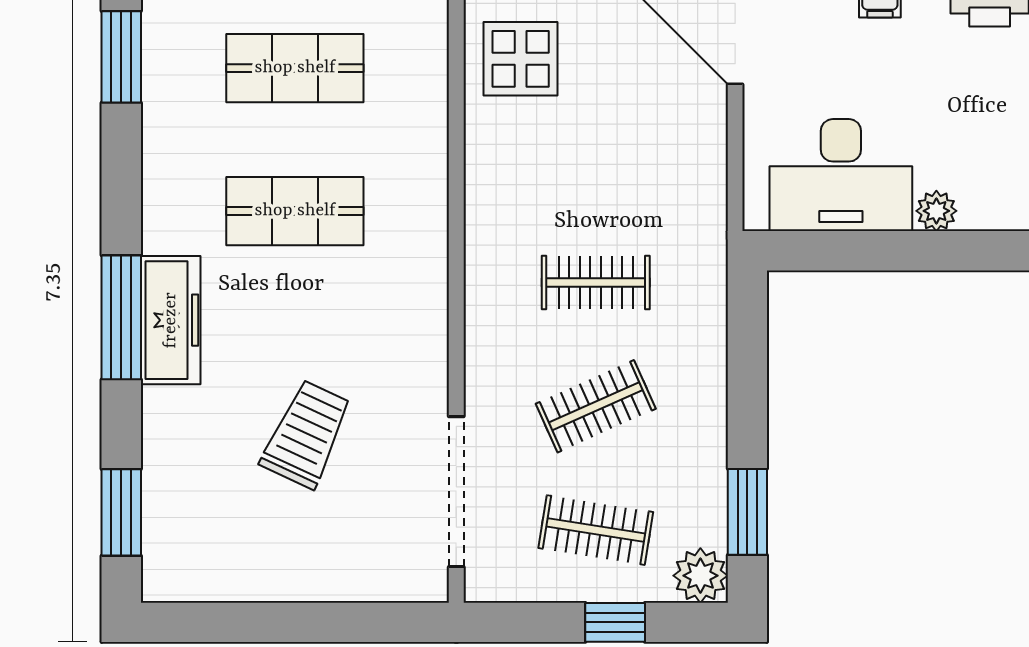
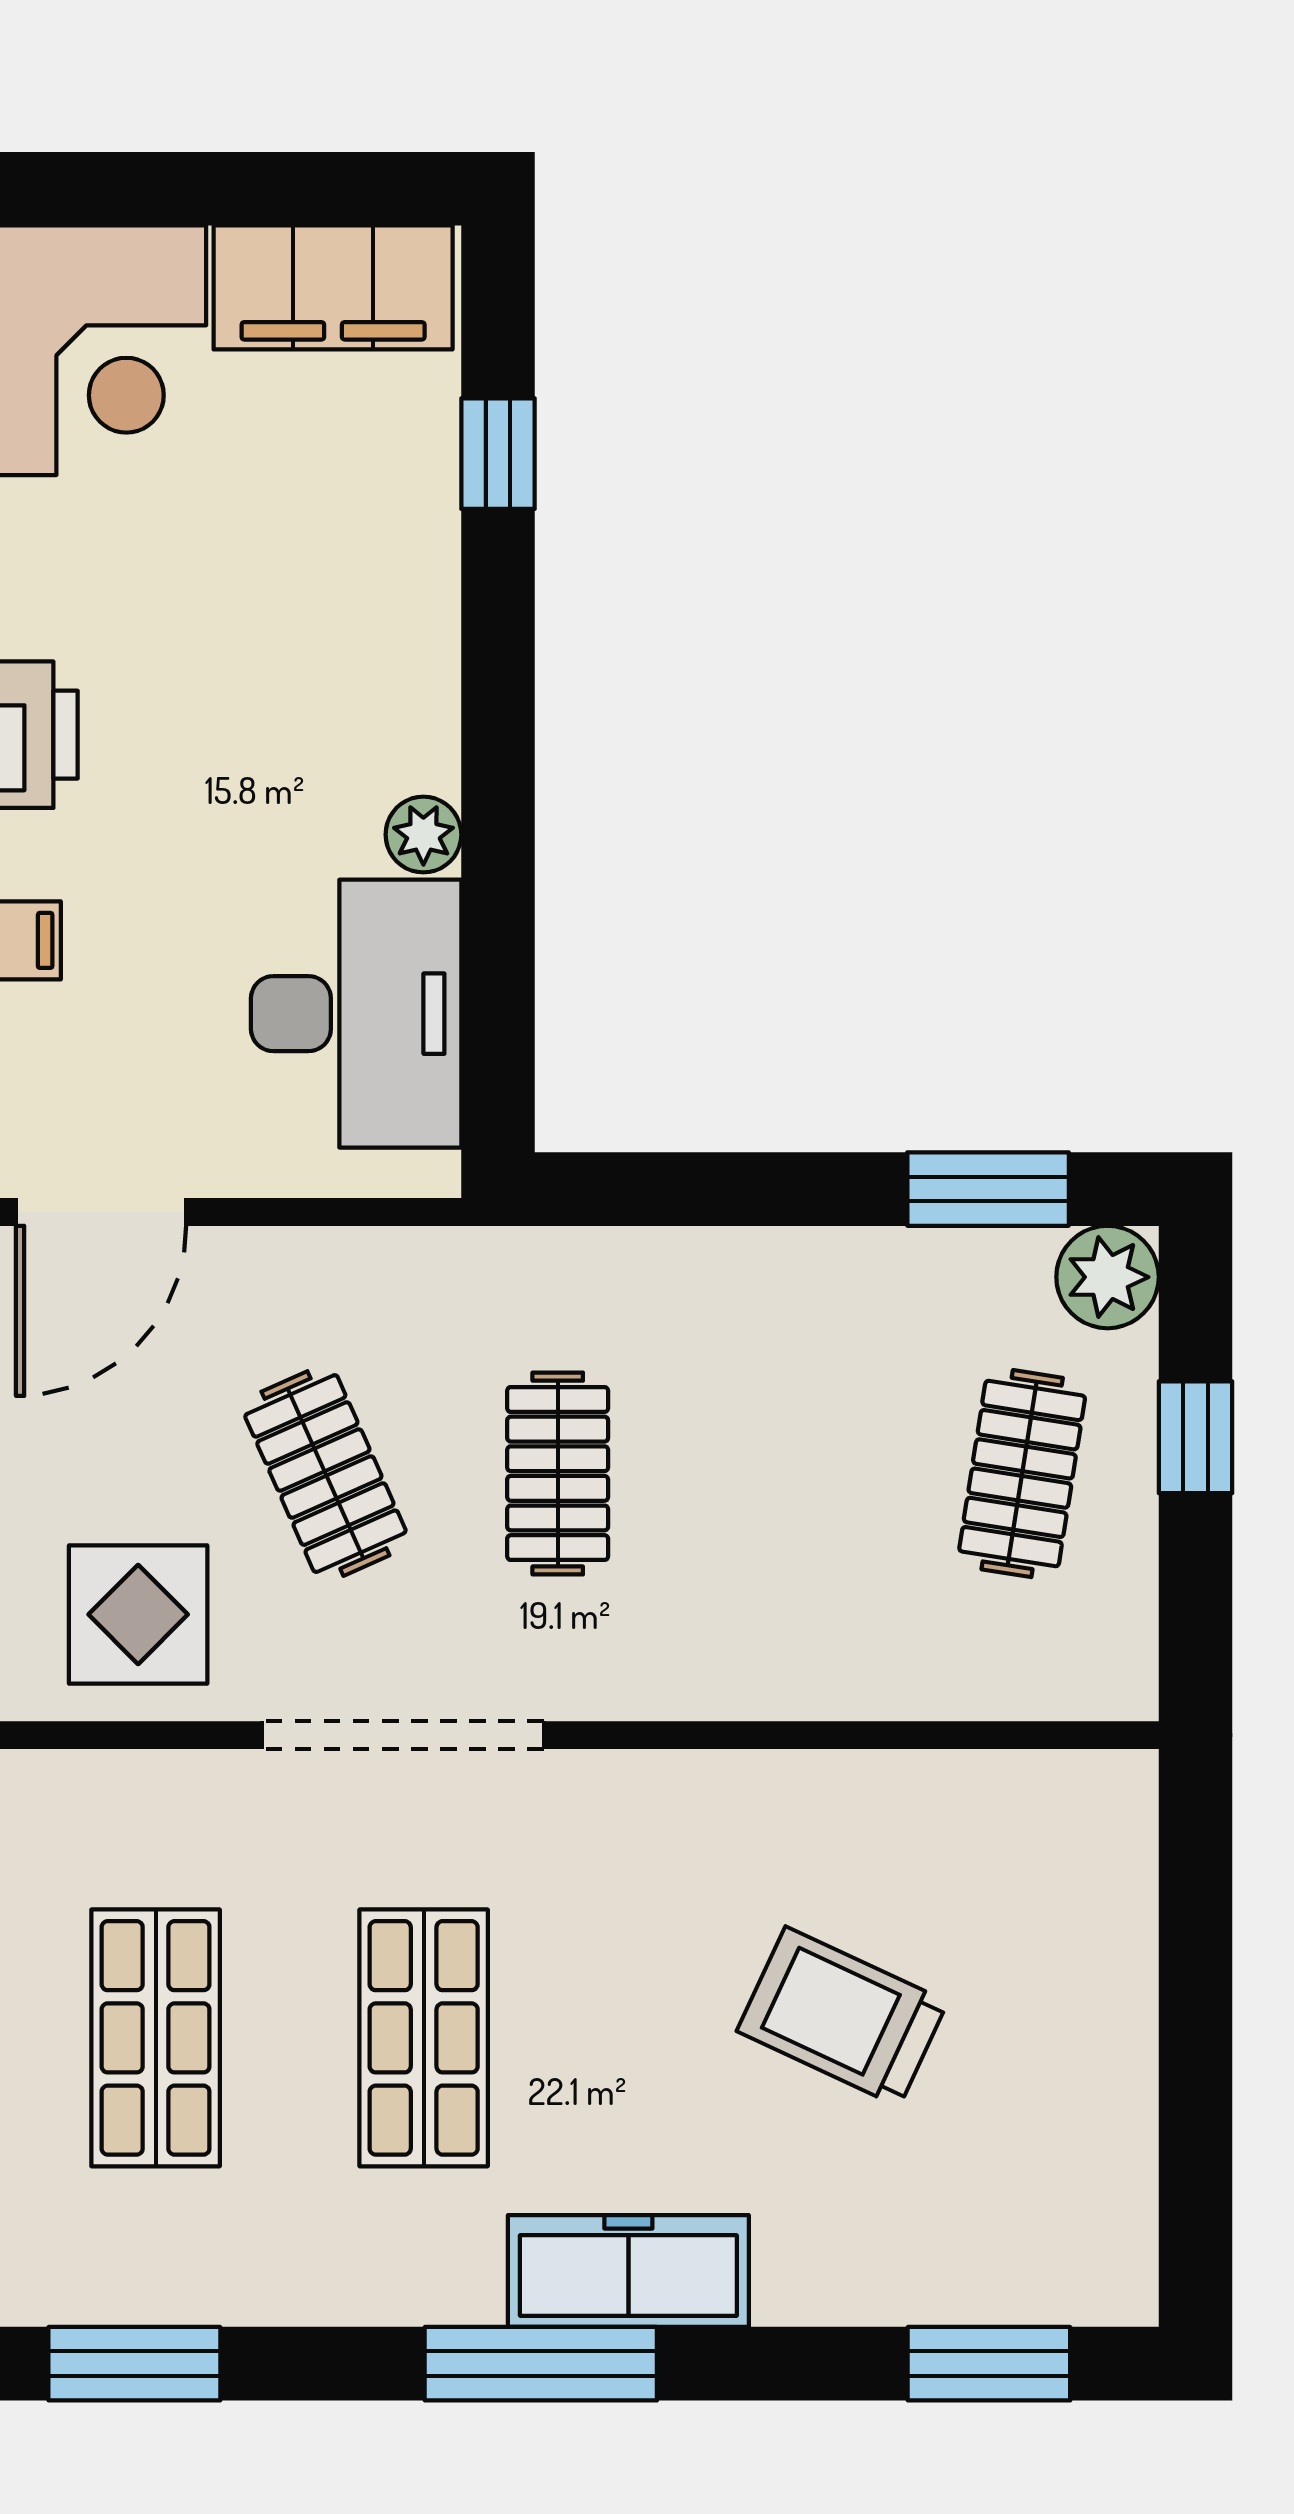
window: (121, 317) -> (541, 2364), moved
clothes rail: (596, 406) -> (325, 1474), moved
doorway: (456, 492) -> (403, 1735), moved

